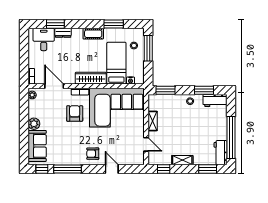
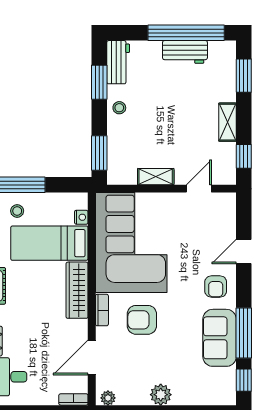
sofa: (37, 146) -> (220, 338), moved, turned -90
workbench: (220, 153) -> (185, 52), moved

